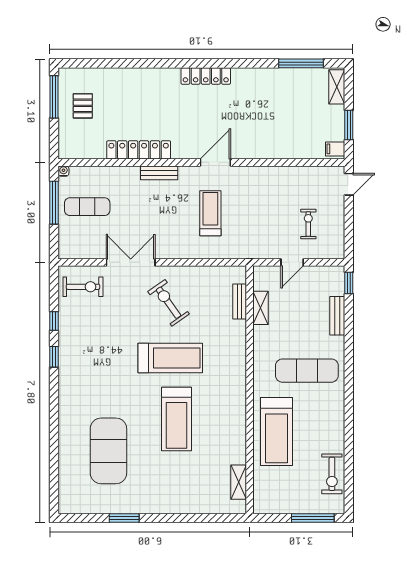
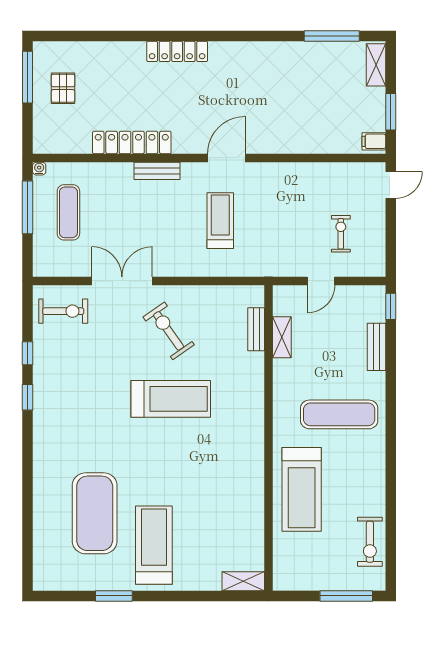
locker: (206, 76) -> (177, 51), moved
exercise mat: (87, 207) -> (68, 212), turned 90
treadmill: (176, 419) -> (154, 545), moved, turned 180
shelving: (239, 482) -> (243, 581), moved, turned 90

